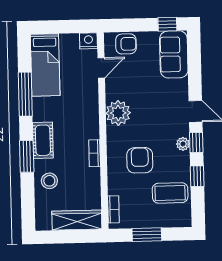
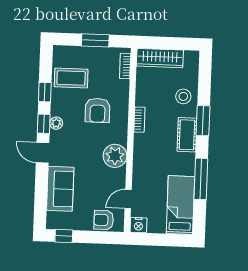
sofa: (174, 54) -> (60, 189), moved

